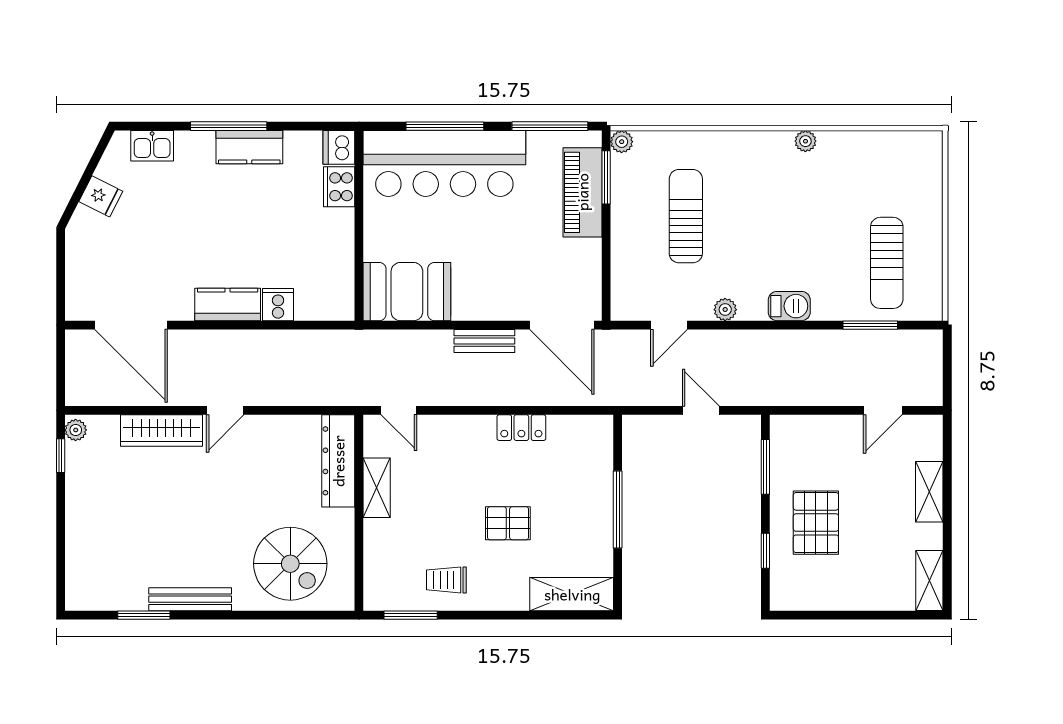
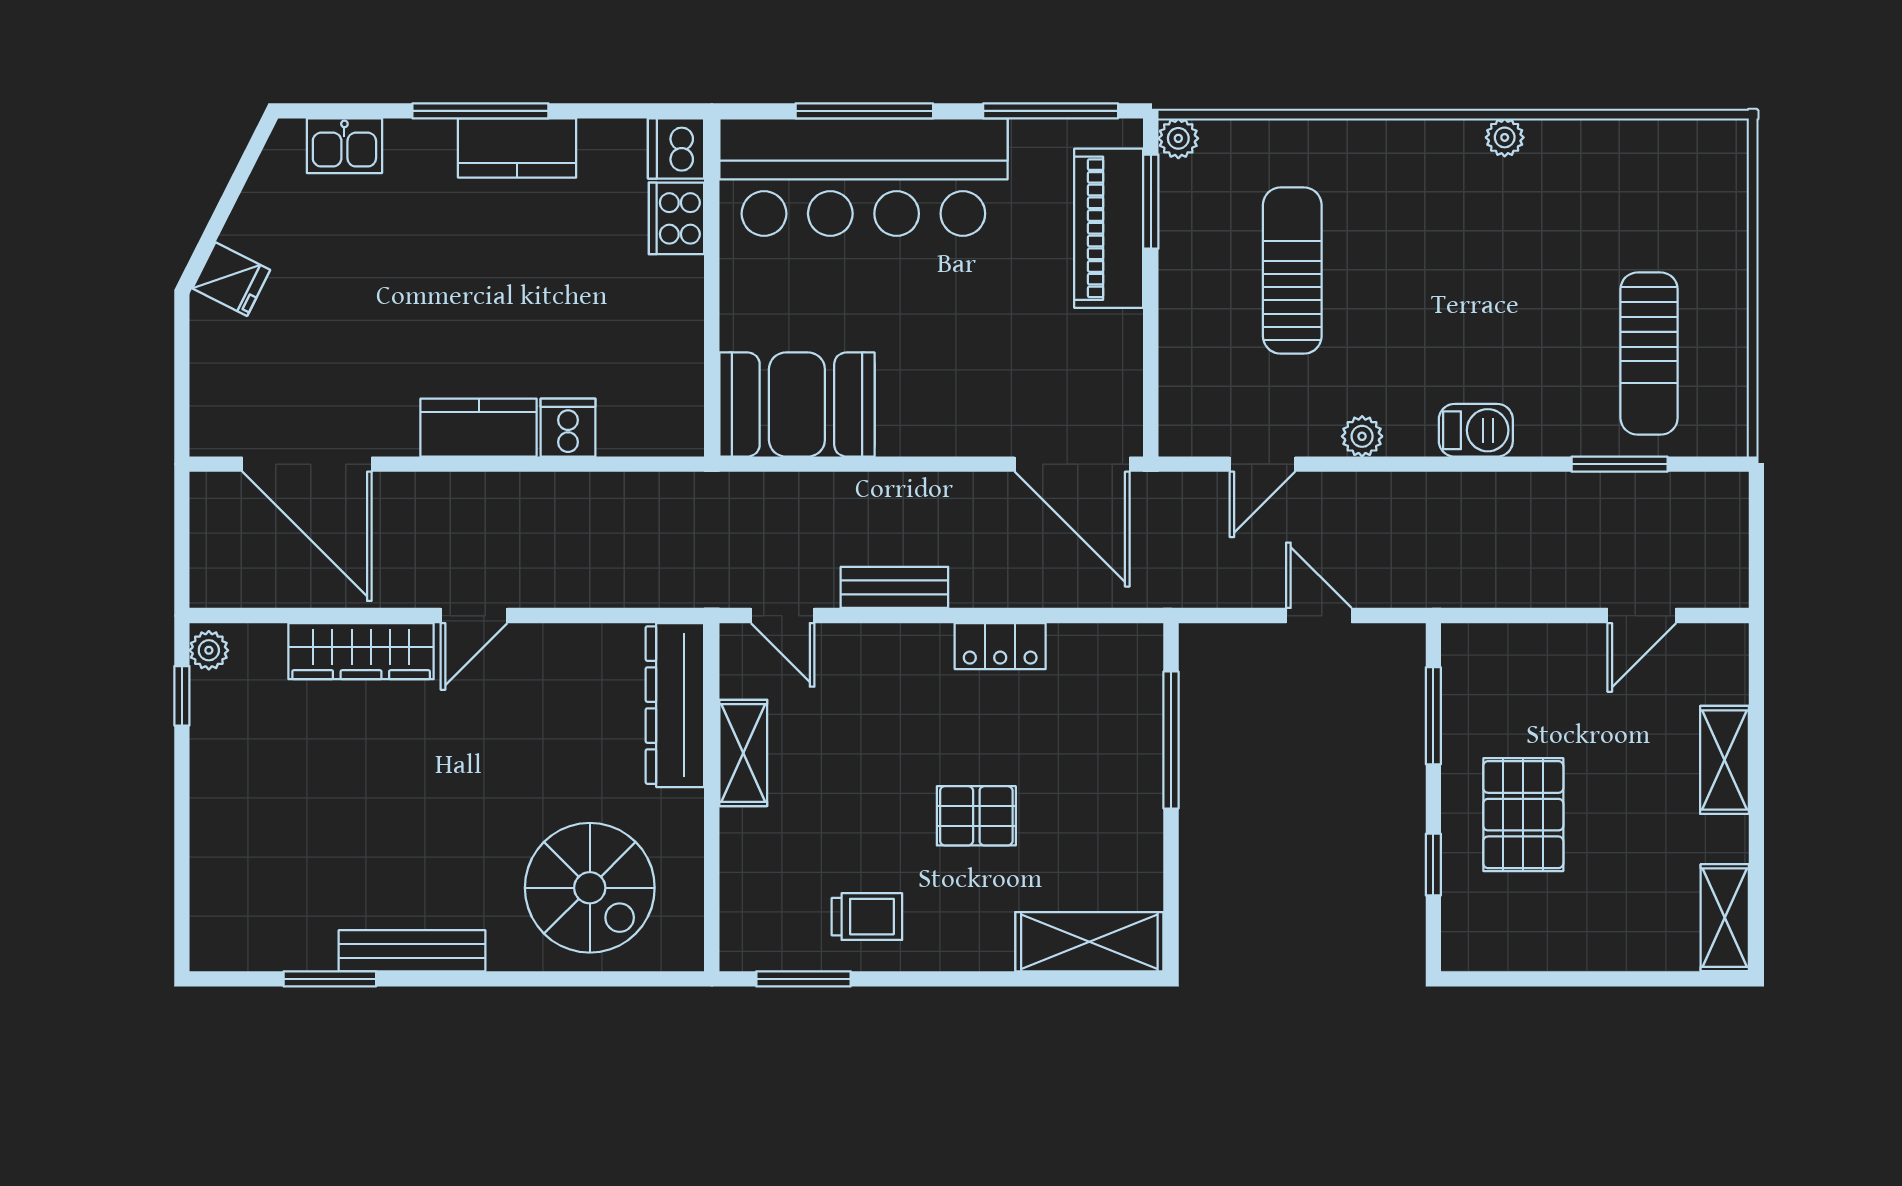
fridge: (101, 196) -> (231, 279), moved
bench: (484, 341) -> (894, 587), moved
window: (618, 510) -> (1171, 740), moved
trolley: (446, 580) -> (867, 917), turned 180

